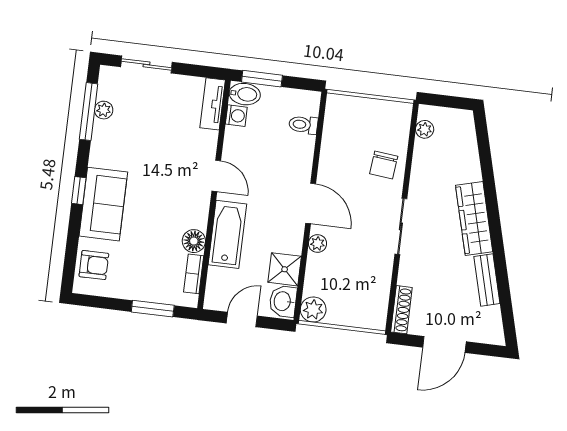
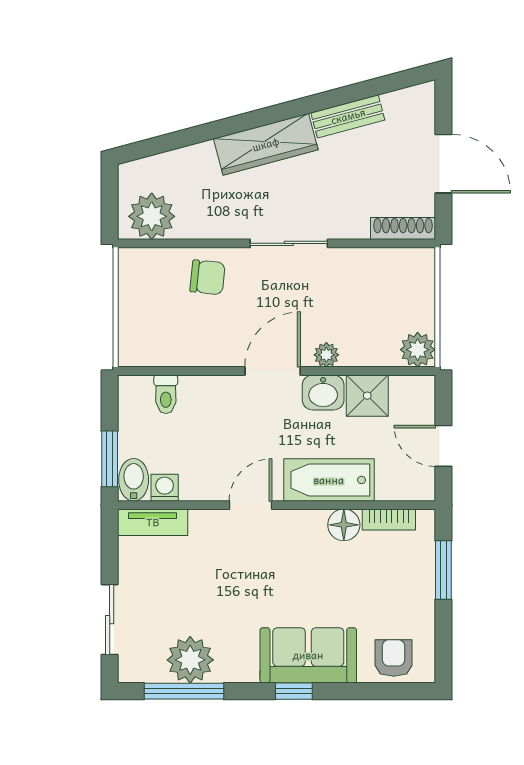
plant: (104, 110) -> (190, 660), width x1.87, depth x1.87
plant: (425, 129) -> (152, 216), width x1.88, depth x1.88
washbasin: (283, 301) -> (323, 392), moved

